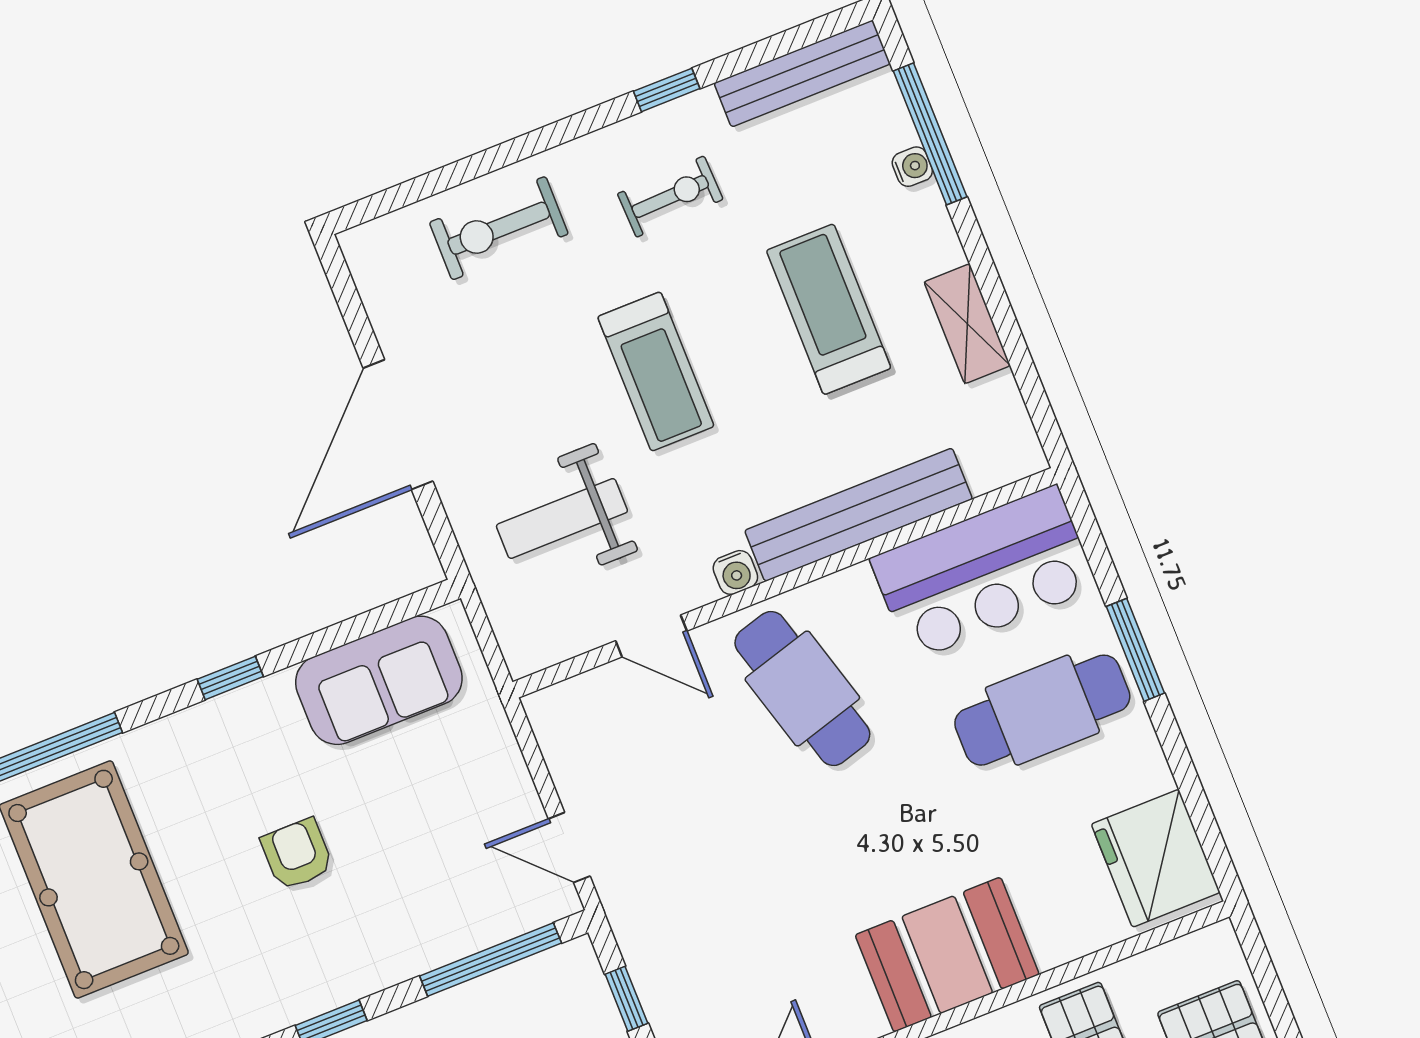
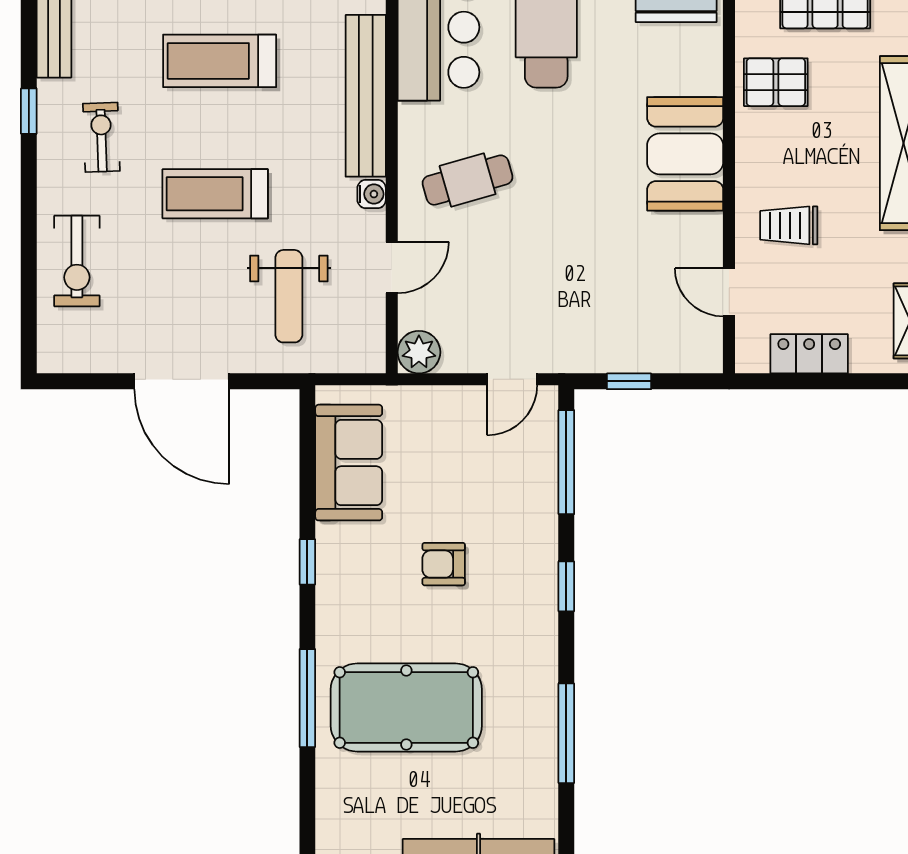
treadmill: (656, 371) -> (215, 194), turned 180
cafe table: (802, 688) -> (468, 180), width x0.73, depth x0.74
plant: (557, 714) -> (419, 352), added

